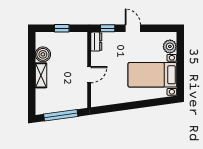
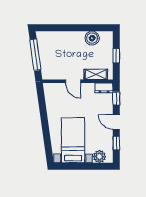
door: (133, 28) -> (116, 122), swing flipped
window: (155, 28) -> (116, 143), added
shelving: (41, 75) -> (96, 74), moved

